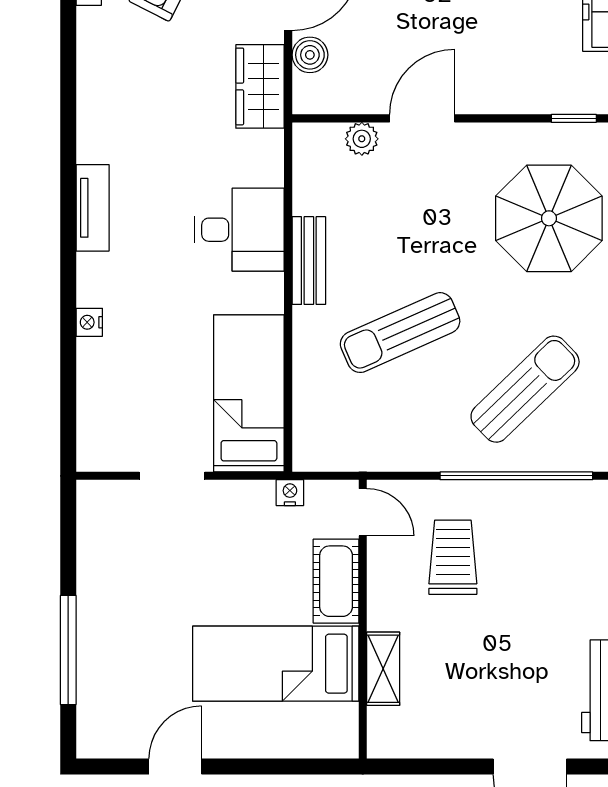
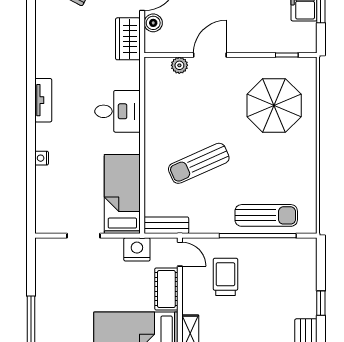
bench: (309, 261) -> (166, 225), moved, turned 90
sun lounger: (525, 389) -> (266, 215), moved, turned 44
nightstand: (290, 493) -> (137, 249), width x1.89, depth x1.79

